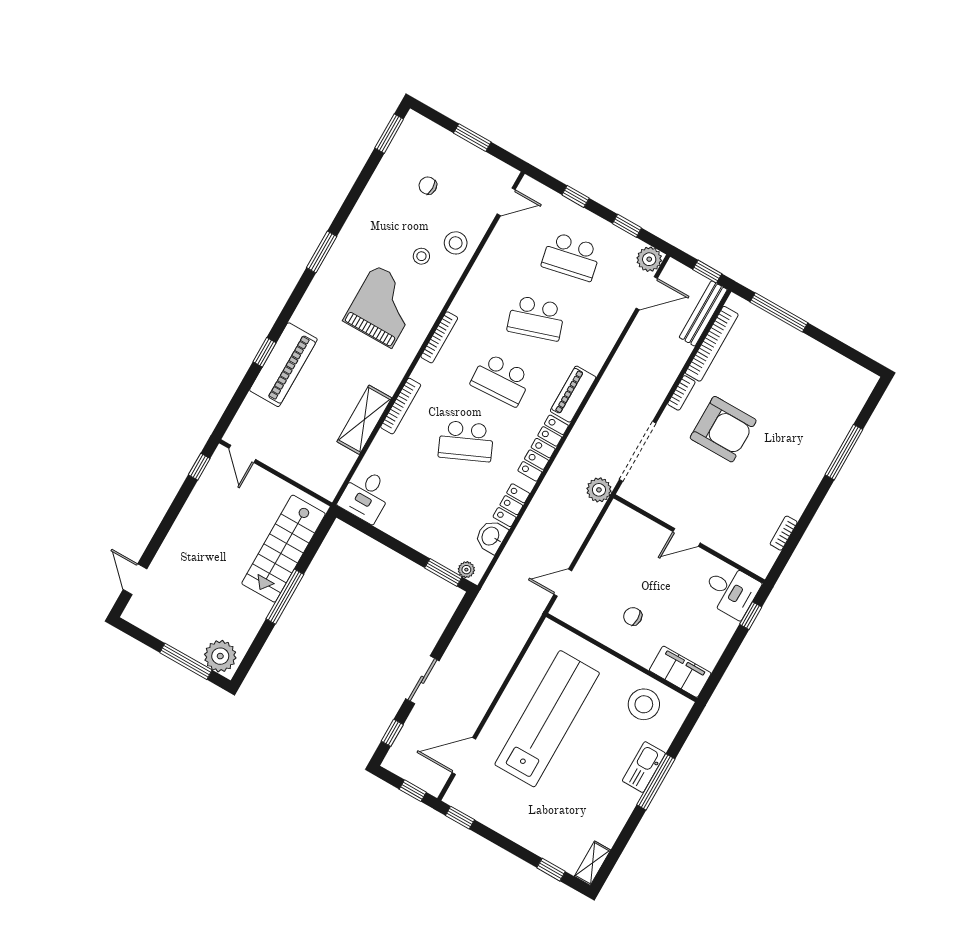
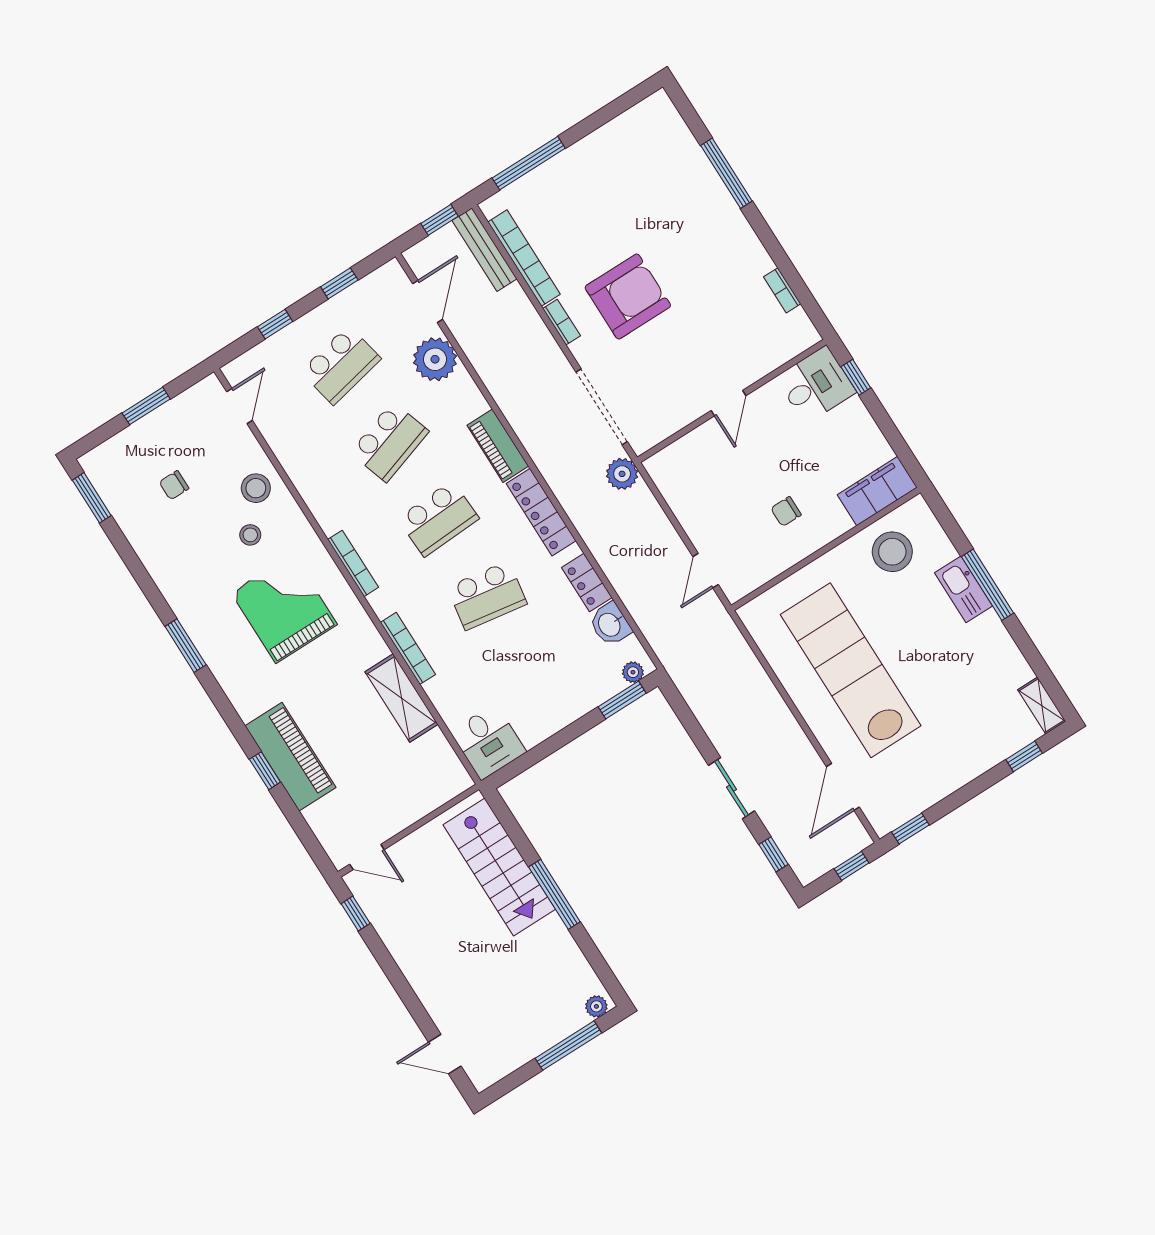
plant: (649, 259) -> (435, 359), moved, width x1.36, depth x1.36
school desk: (466, 441) -> (487, 595), turned 33
plant: (220, 656) -> (596, 1006), width x0.53, depth x0.53

